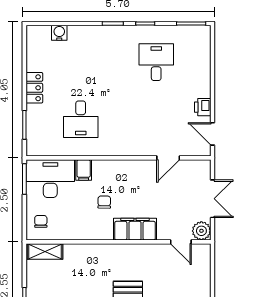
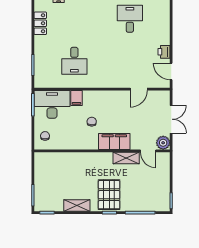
locker: (34, 88) -> (40, 23), moved
shelving: (45, 251) -> (126, 158), moved

